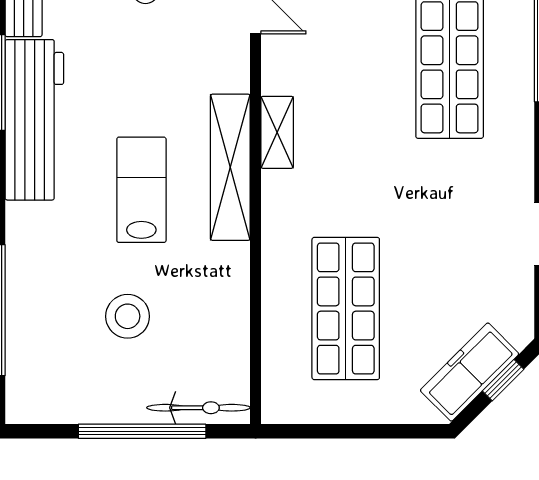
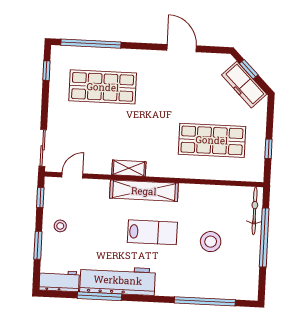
lab bench: (141, 190) -> (152, 232), turned 180
window: (334, 431) -> (268, 149), added

